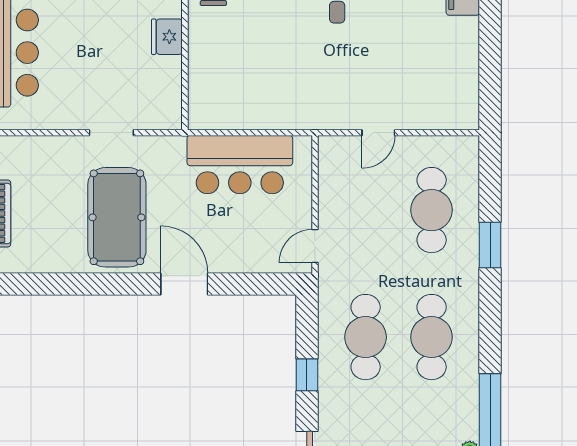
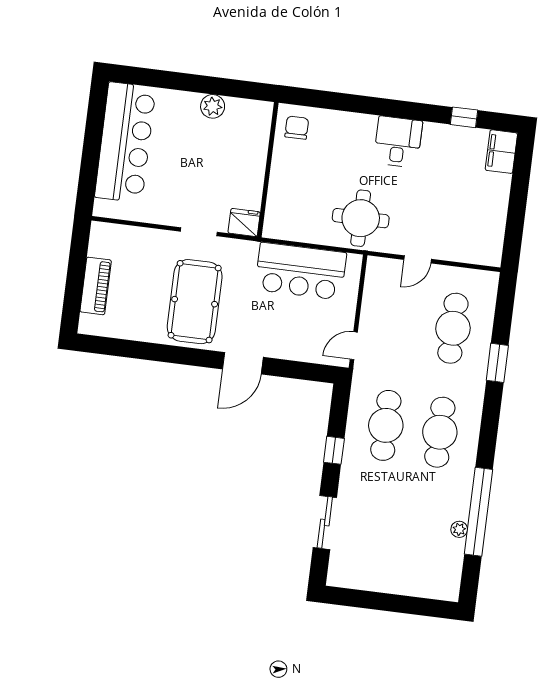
fridge: (167, 37) -> (244, 222), moved, turned 90
round table: (304, 92) -> (361, 218), added
door: (184, 284) -> (243, 363), swing flipped

